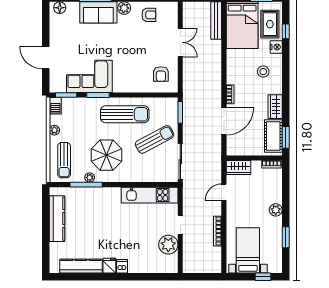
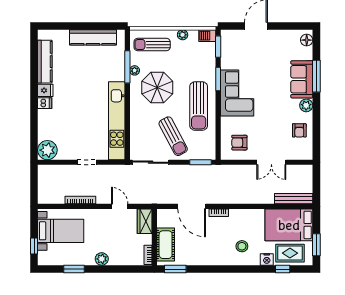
corner sofa: (89, 76) -> (237, 93), moved
wardrobe: (275, 107) -> (206, 258), removed
cot: (273, 136) -> (166, 245), moved, turned 90
kitchen unit: (150, 195) -> (117, 121), width x1.36
plant: (168, 245) -> (47, 150), moved

